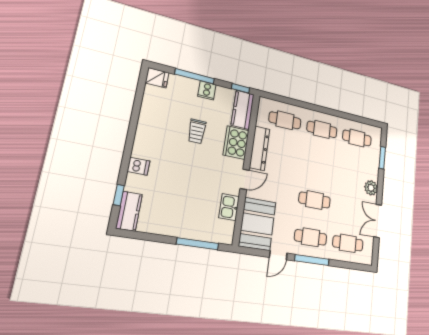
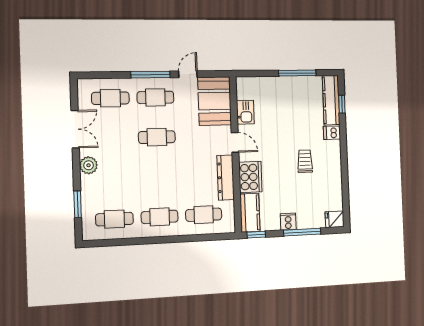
trolley: (197, 131) -> (305, 161), moved
door: (245, 179) -> (235, 142), swing flipped
kitchen counter: (129, 211) -> (331, 100), width x1.50
window: (198, 244) -> (297, 73), moved

